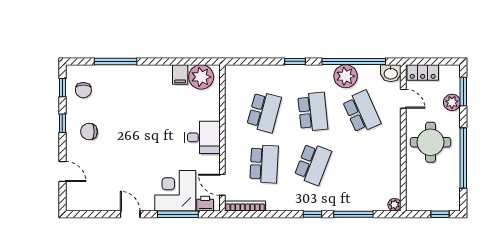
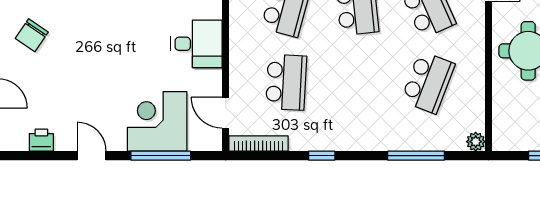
chair: (89, 132) -> (32, 35), turned -56
school desk: (313, 164) -> (428, 82), moved
printer: (205, 204) -> (41, 140), moved
window: (313, 214) -> (322, 156), moved

